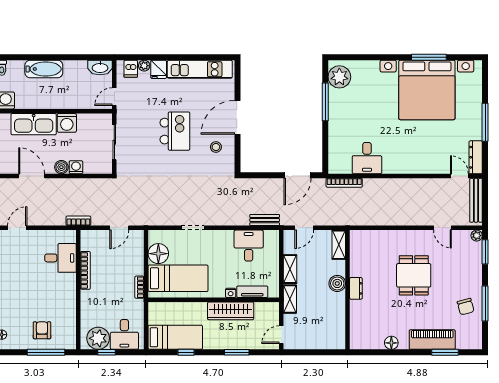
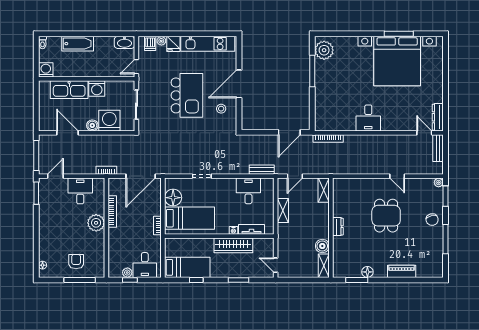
window: (485, 122) -> (446, 88), removed
kitchen island: (175, 131) -> (187, 95), width x1.37, depth x1.28
desk: (367, 158) -> (368, 118), moved
washing machine: (76, 167) -> (109, 121), width x1.89, depth x1.89
bench: (476, 200) -> (438, 148), width x0.73
door: (119, 228) -> (141, 176), width x1.88
door: (442, 228) -> (397, 176), moved
desk: (61, 258) -> (80, 191), moved, turned -90
boiler: (337, 283) -> (322, 246), moved
plant: (66, 284) -> (96, 223), added
shelving: (290, 299) -> (324, 266), moved
chair: (466, 307) -> (432, 220), moved
door: (281, 335) -> (276, 265), hinge flipped
plant: (98, 338) -> (127, 273), width x0.53, depth x0.53
piano: (432, 340) -> (402, 271), width x0.73, depth x0.75
window: (445, 352) -> (357, 280), moved

